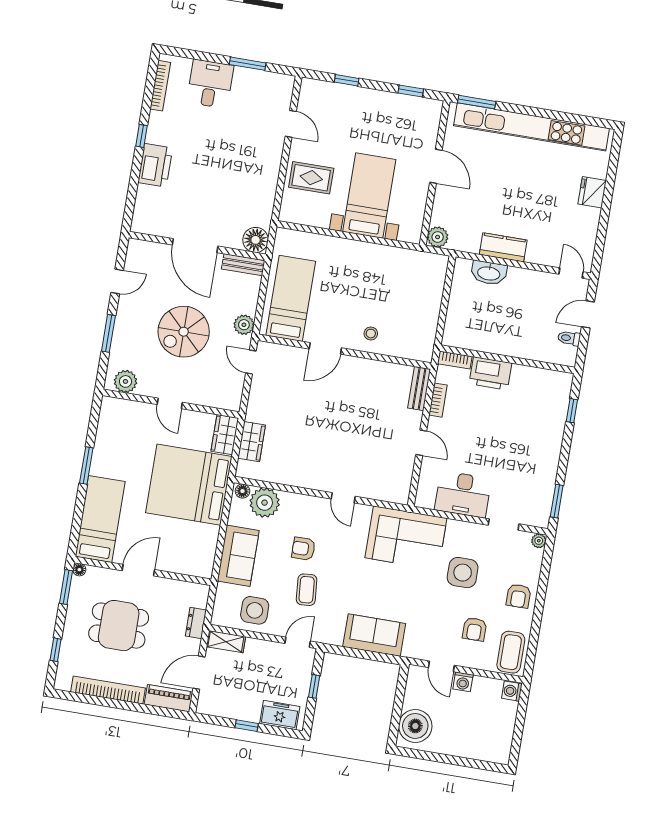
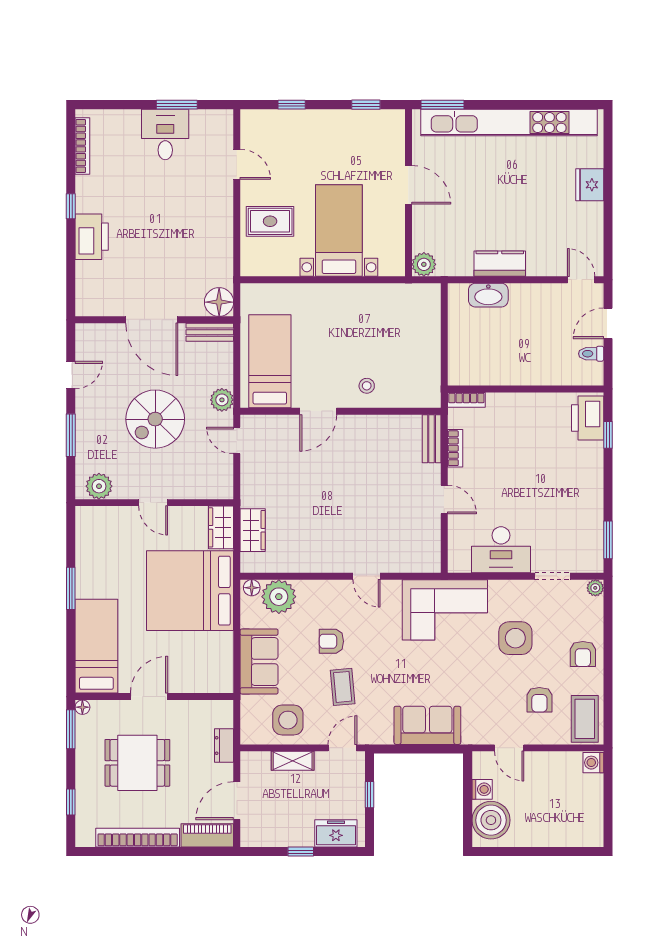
desk: (210, 84) -> (165, 134), moved
printer: (490, 373) -> (588, 418), moved, turned 90
shelving: (226, 642) -> (293, 761), moved
washing machine: (463, 682) -> (482, 789), moved, turned -90

